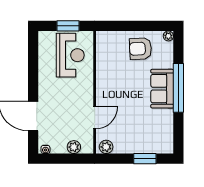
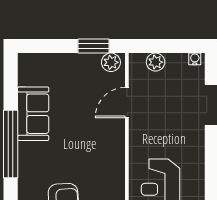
sofa: (162, 89) -> (33, 114), moved
window: (145, 159) -> (93, 46), moved

